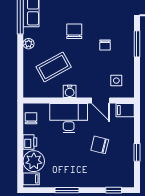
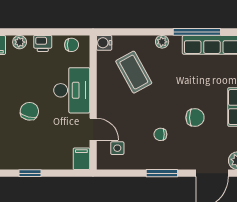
chair: (74, 31) -> (195, 118), moved
water cooler: (70, 91) -> (104, 43), moved
door: (101, 101) -> (93, 129), swing flipped
chair: (100, 145) -> (29, 111), moved
plant: (34, 161) -> (20, 42), width x0.53, depth x0.53

